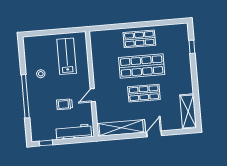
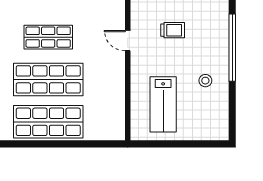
shop shelf: (139, 39) -> (48, 122), width x1.43, depth x1.36
door: (93, 95) -> (128, 41), swing flipped

